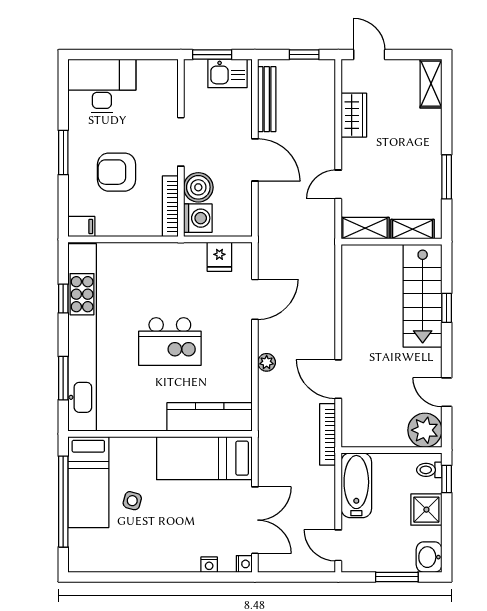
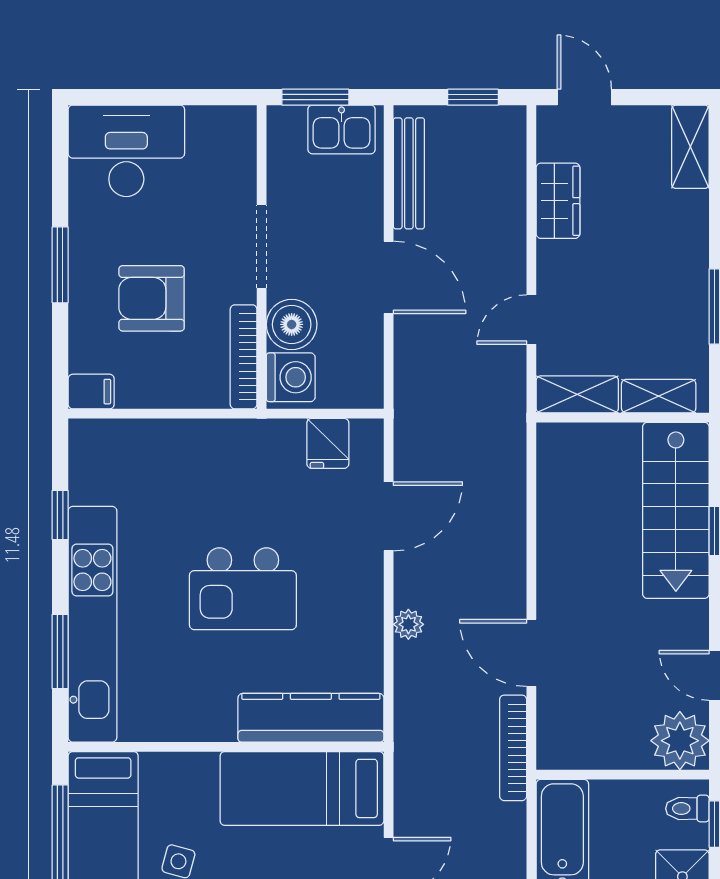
kitchen unit: (82, 337) -> (92, 624), width x0.73

